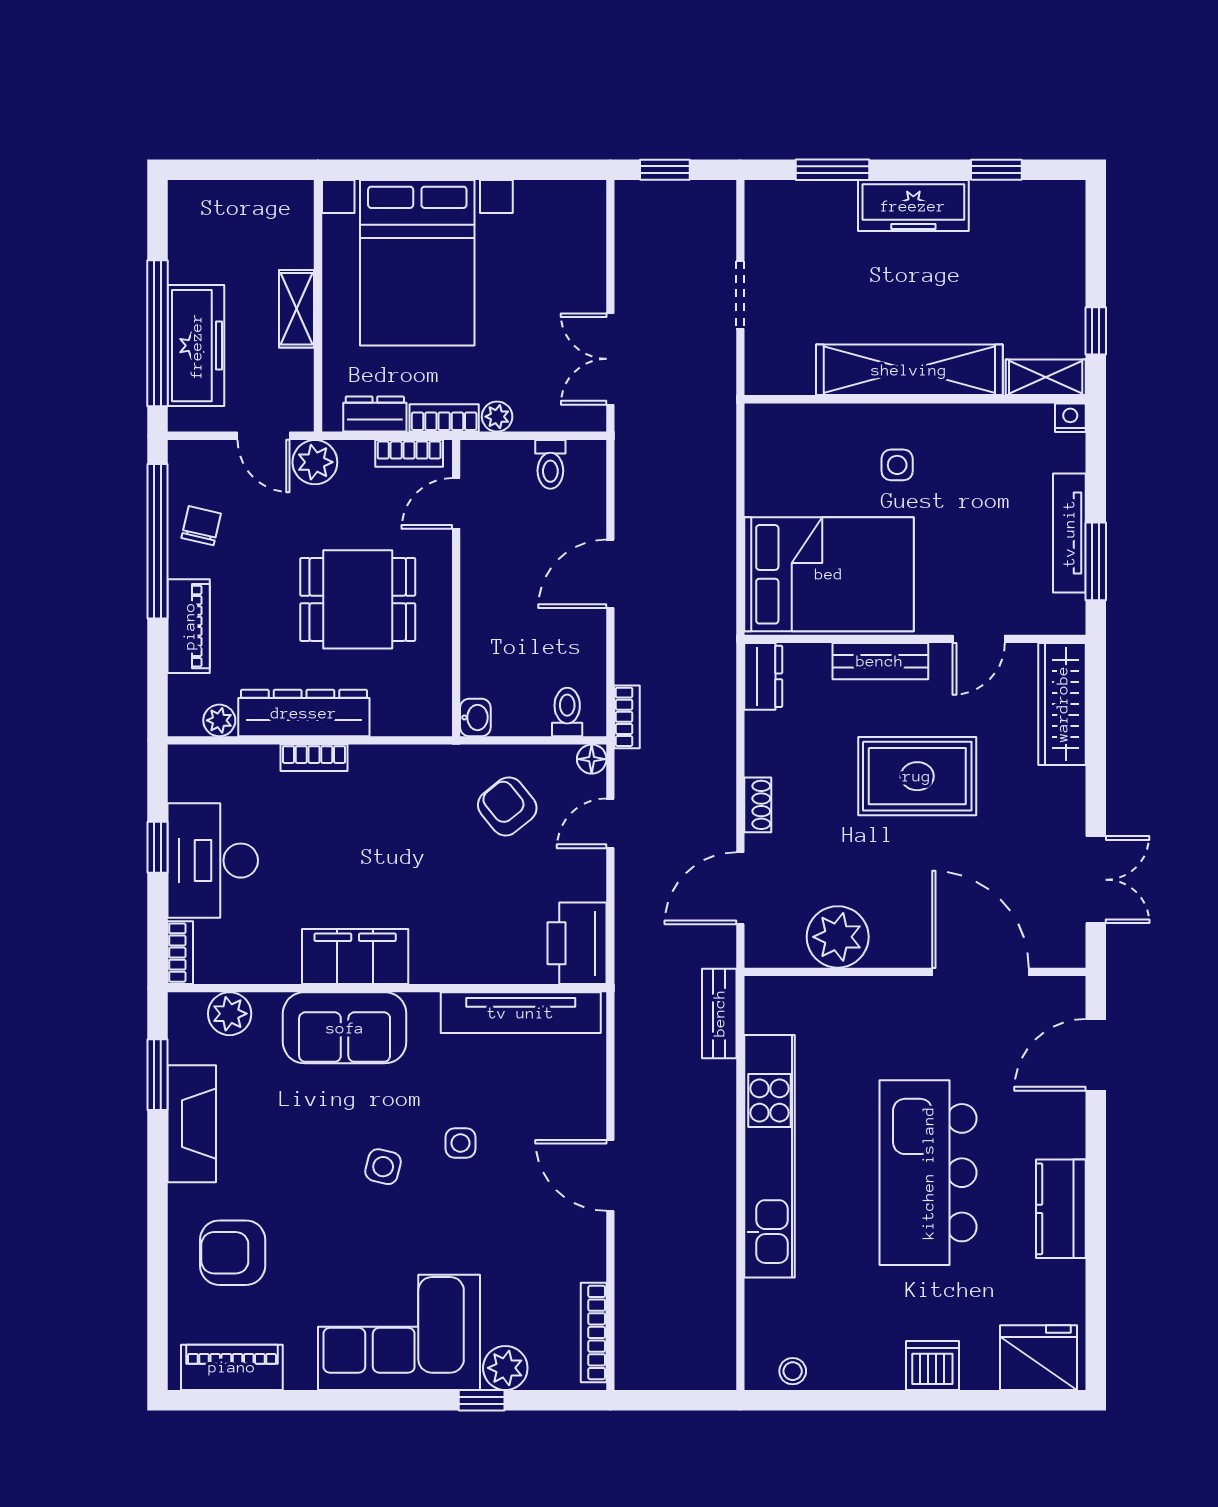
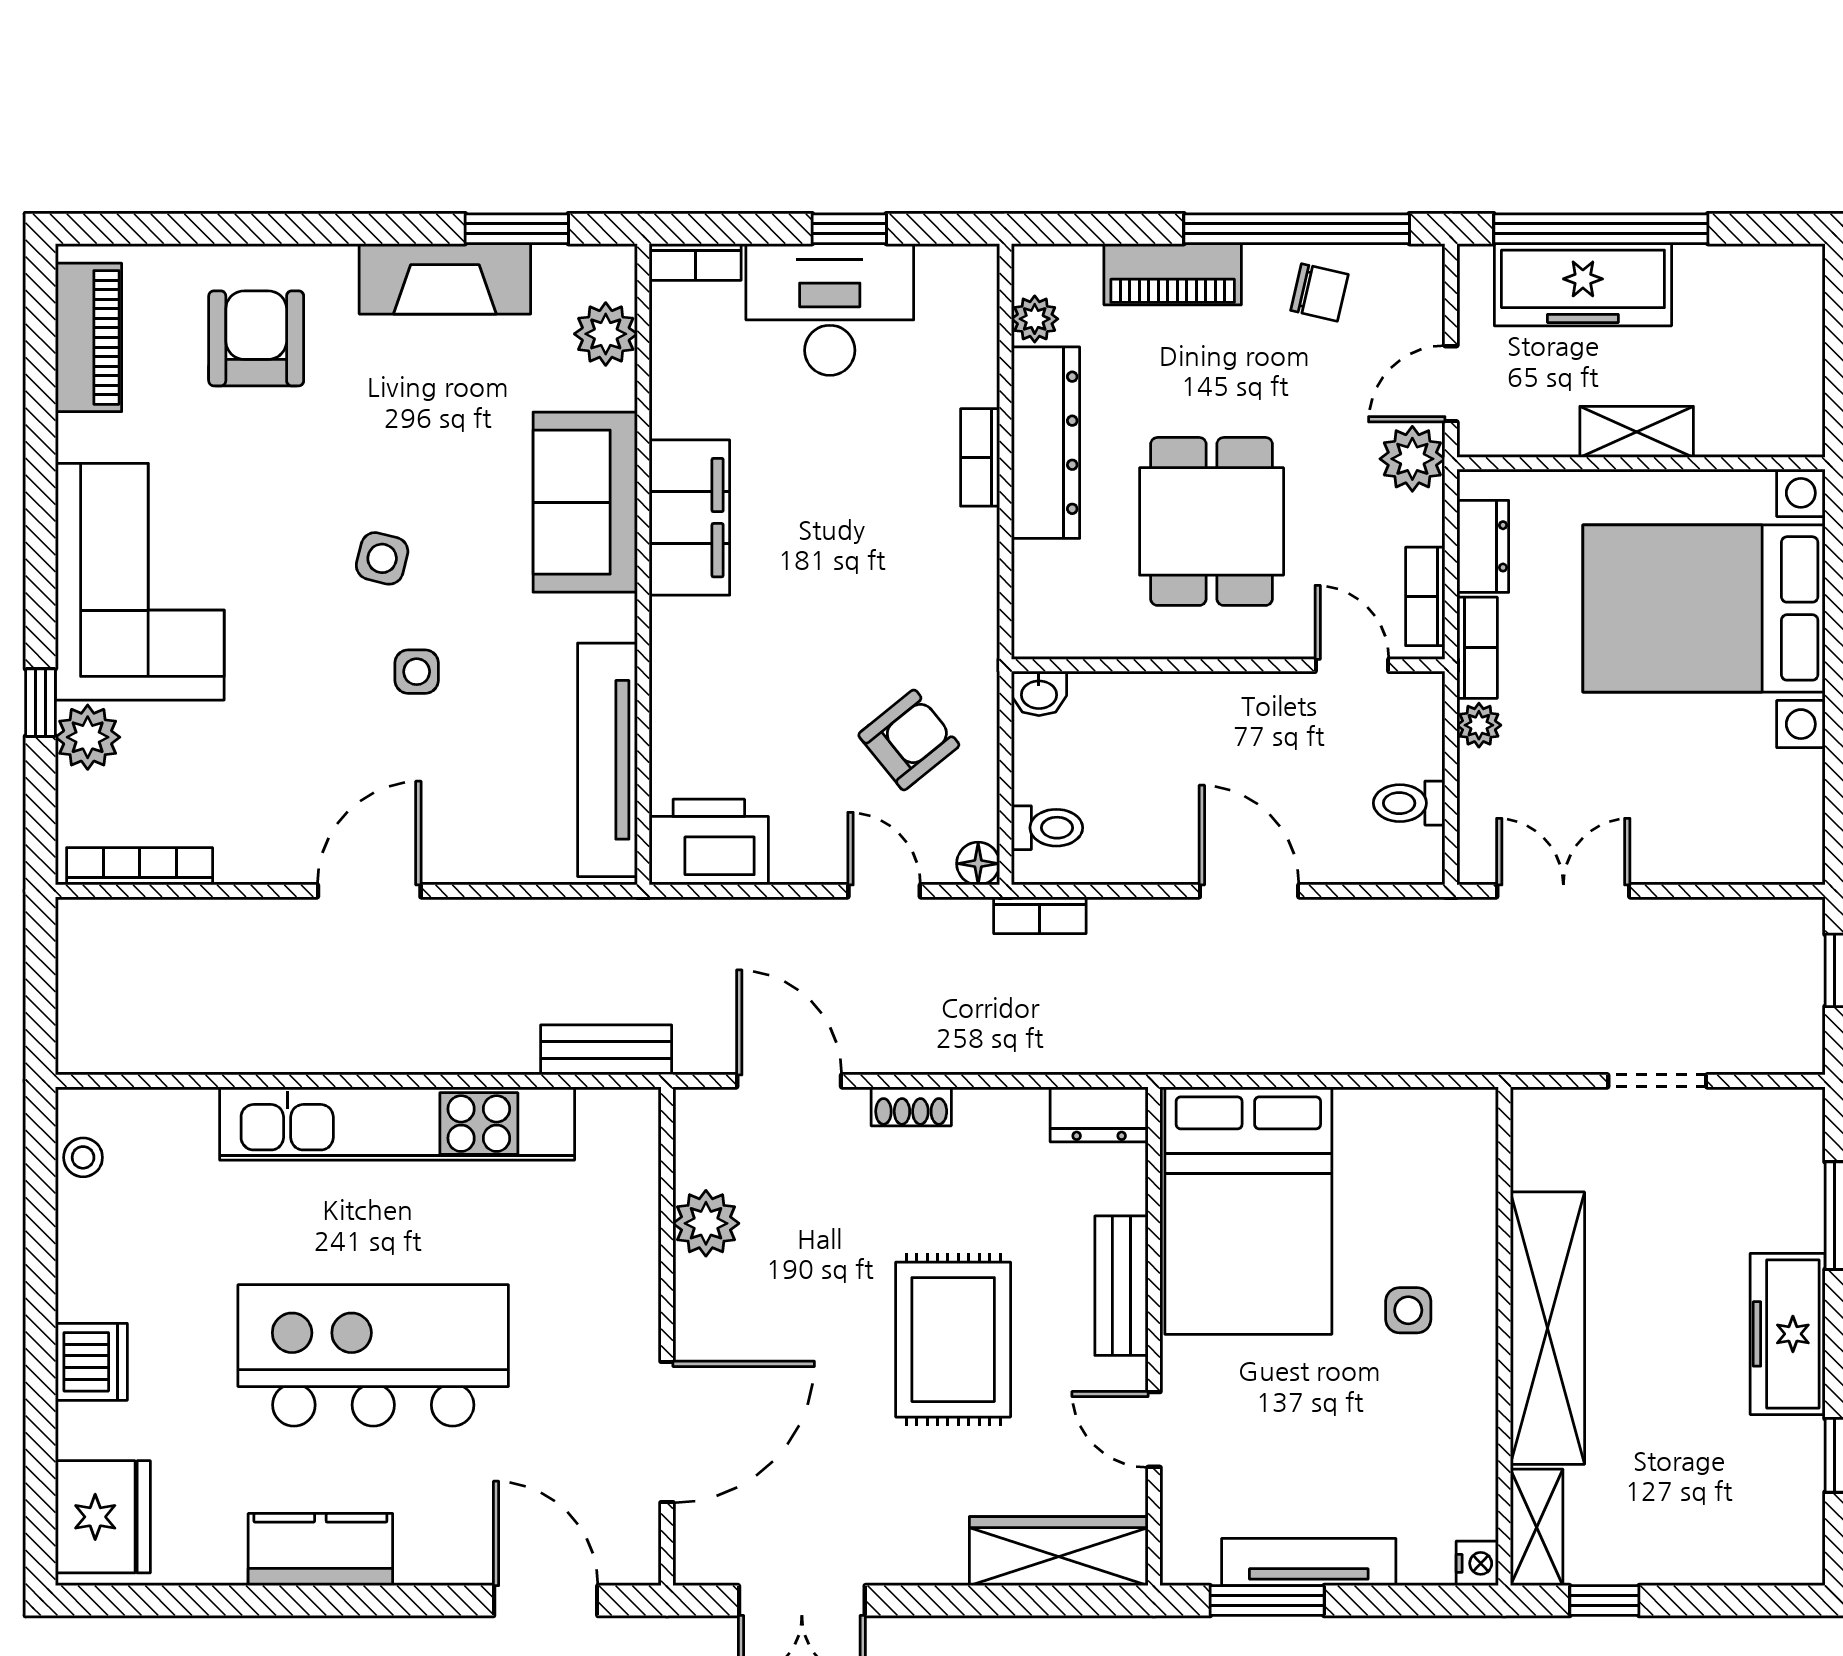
plant: (838, 937) -> (706, 1223), width x0.73, depth x0.73

